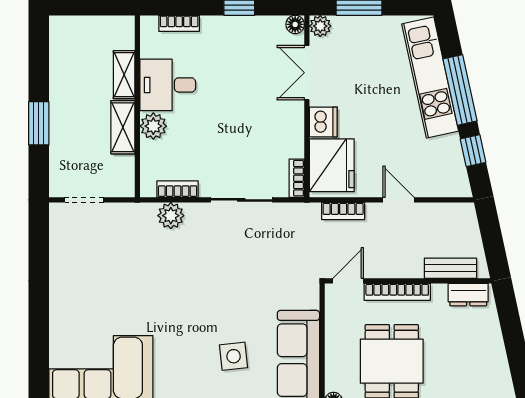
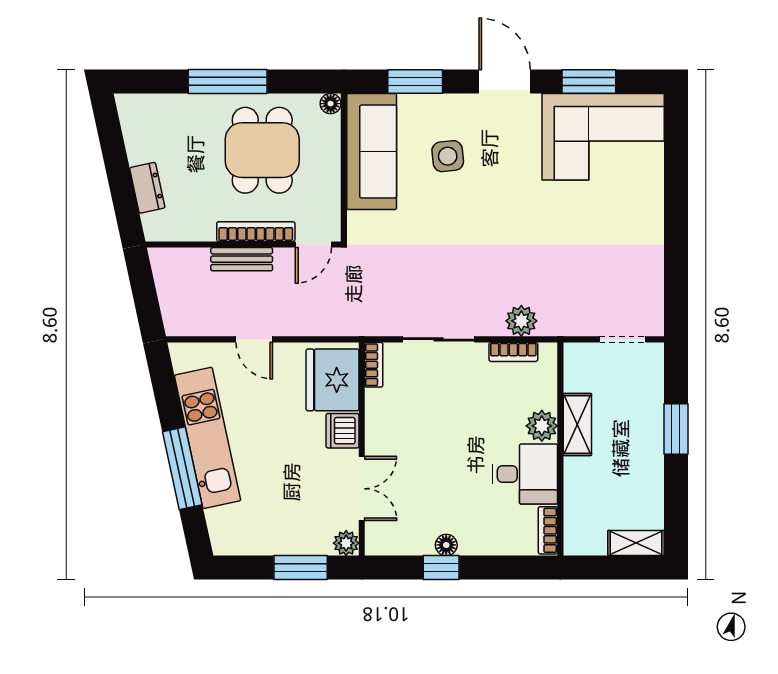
bookcase: (179, 23) -> (548, 530), moved, turned -90
floor lamp: (295, 24) -> (446, 545), moved
shelving: (124, 75) -> (636, 543), moved, turned 90
kitchen unit: (430, 78) -> (208, 438), moved
window: (473, 151) -> (167, 397), removed
bookcase: (343, 211) -> (319, 326), removed
bench: (450, 268) -> (242, 259), moved
dresser: (468, 295) -> (147, 188), moved, turned 78

